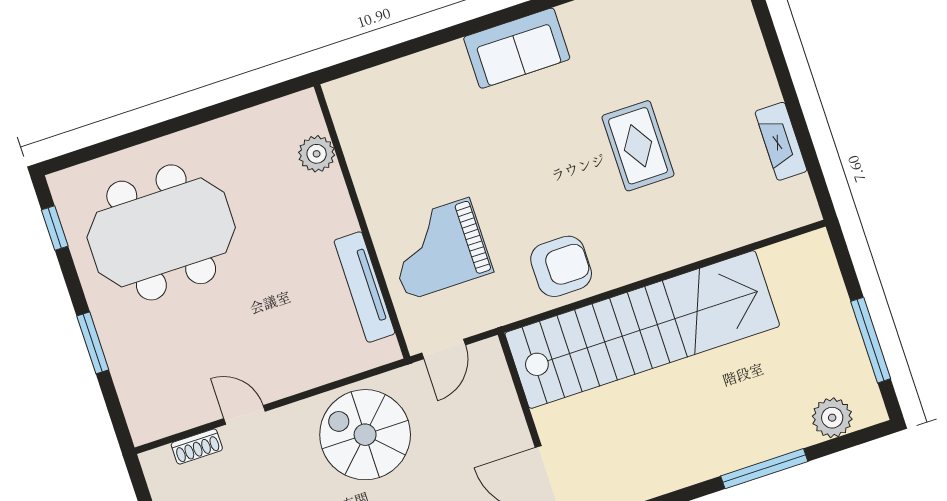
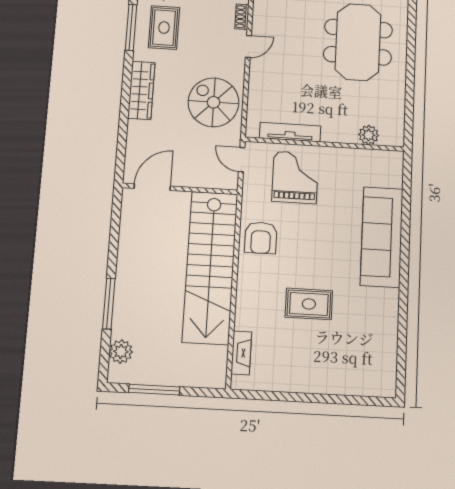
sofa: (517, 48) -> (382, 237), width x1.85, depth x1.27
fireplace: (781, 141) -> (241, 353), moved, turned 90
spiral stairs: (365, 435) -> (213, 102), turned -90

